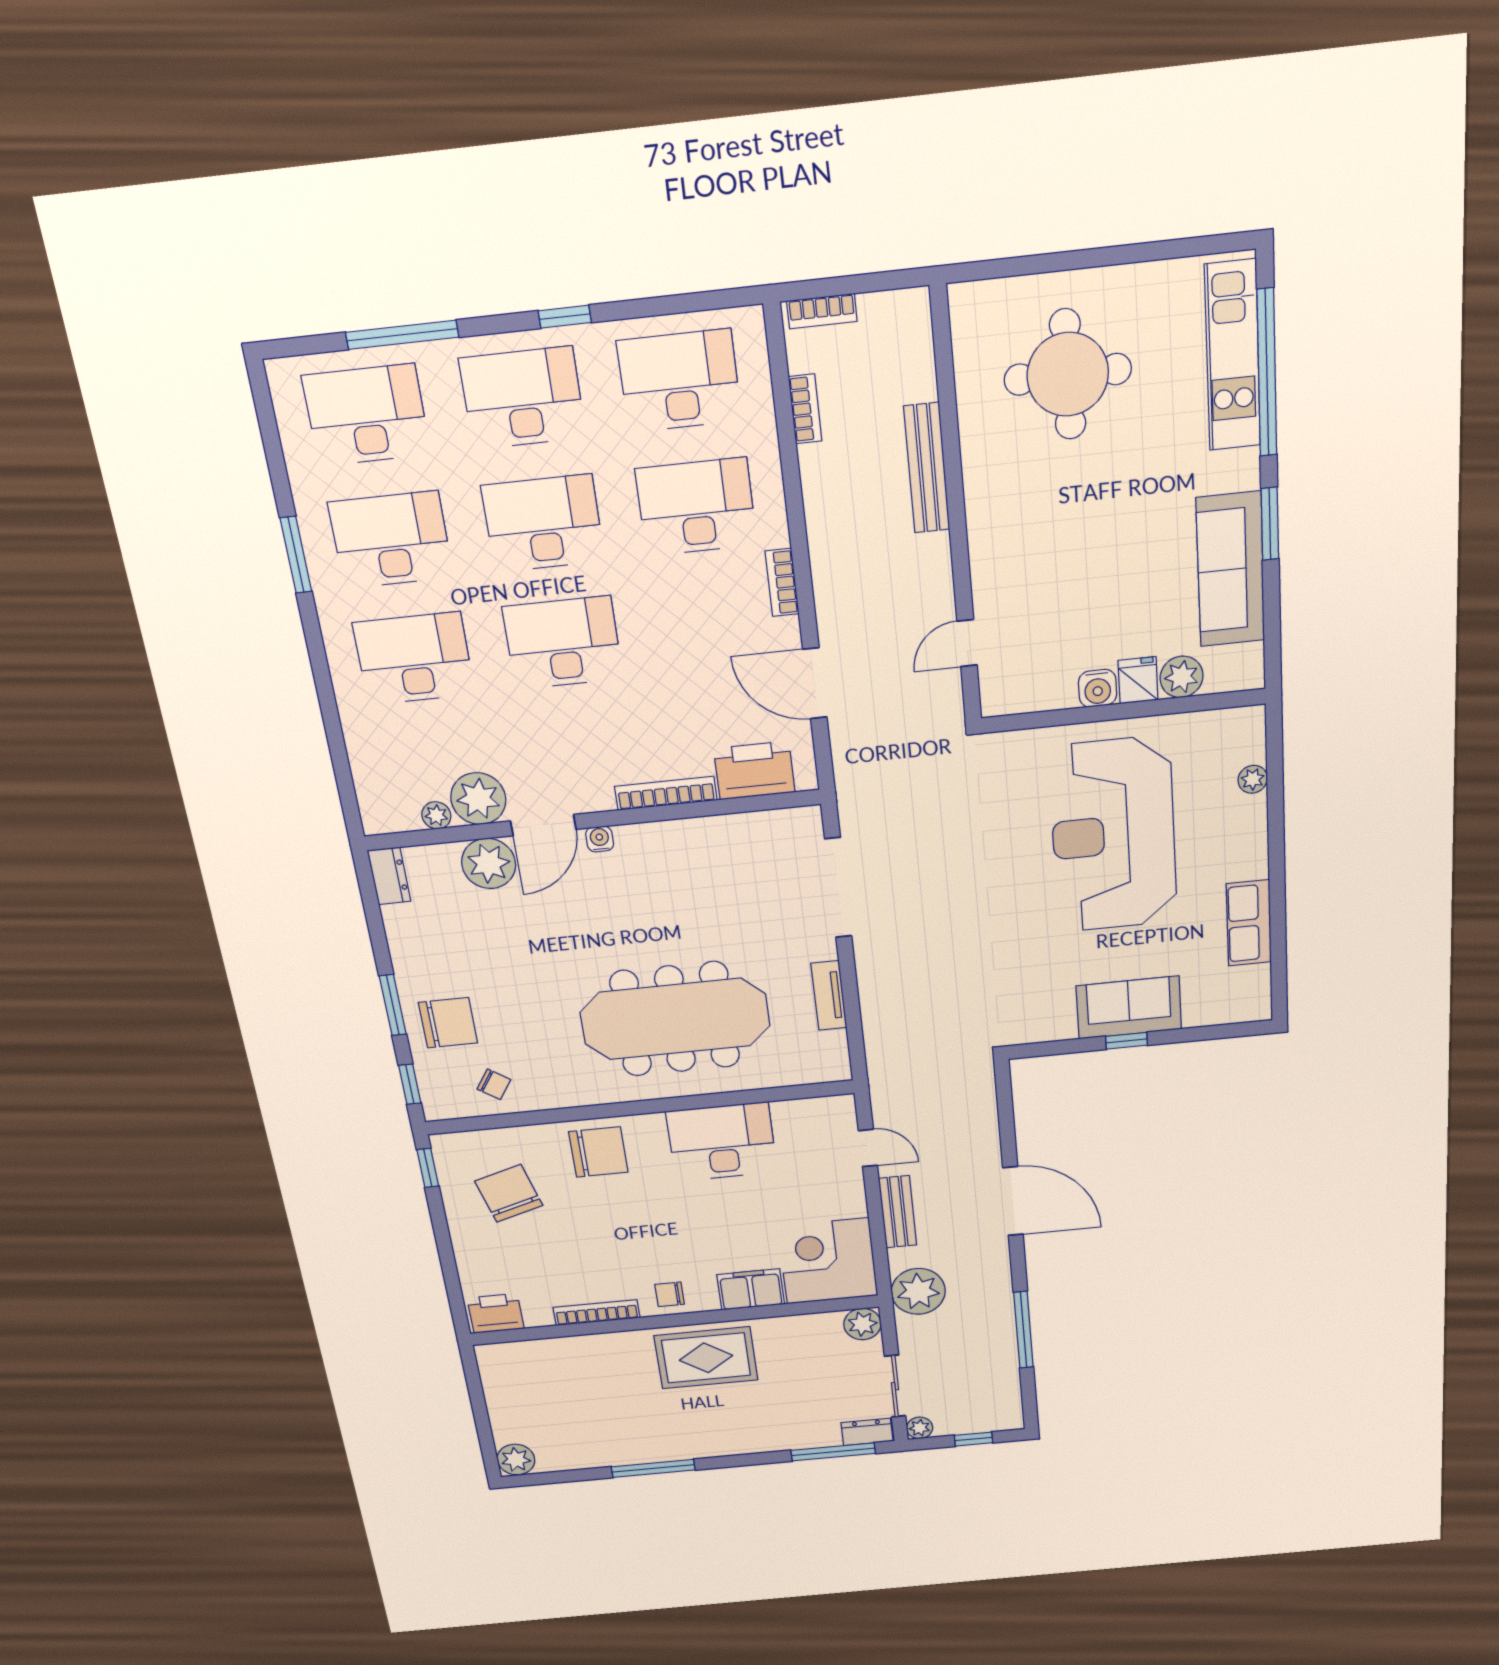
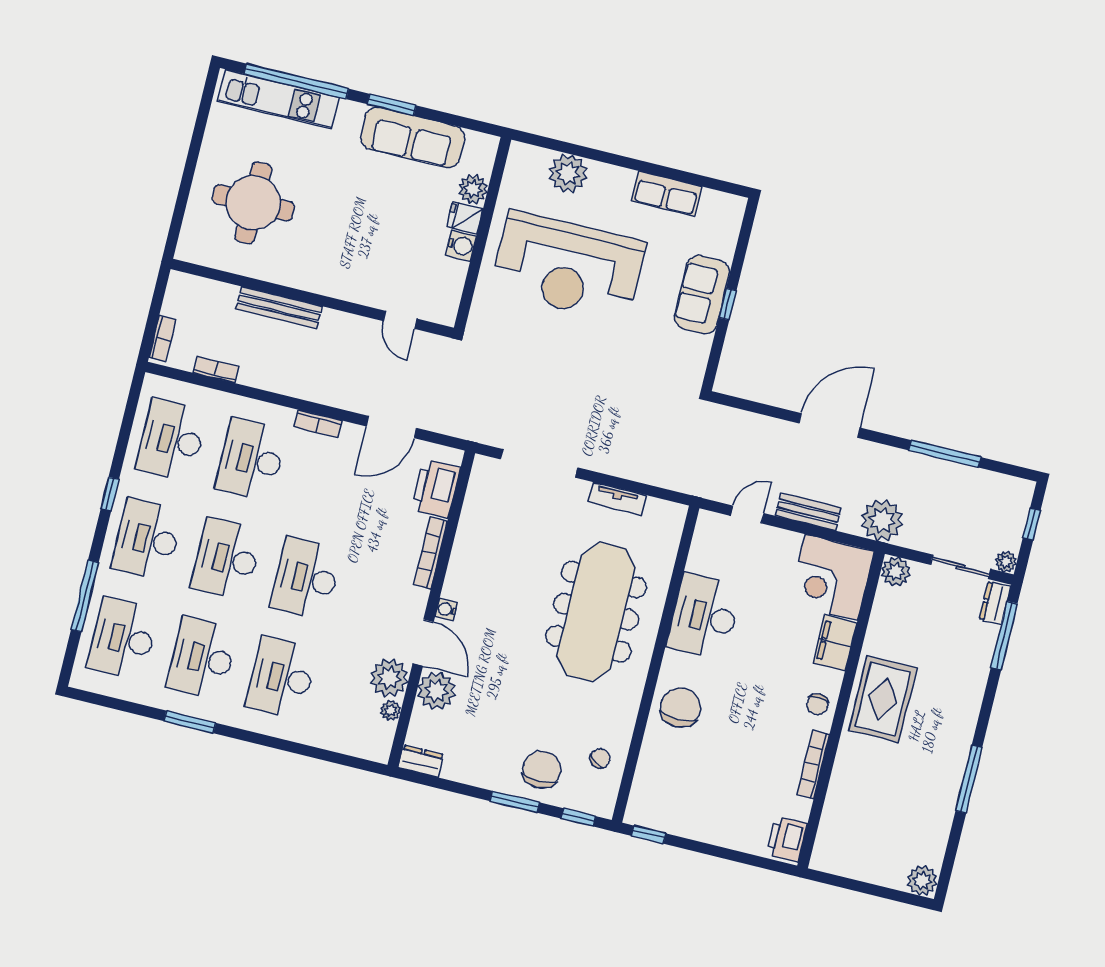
plant: (1253, 779) -> (568, 173), width x1.87, depth x1.87
chair: (509, 1193) -> (690, 786), removed

